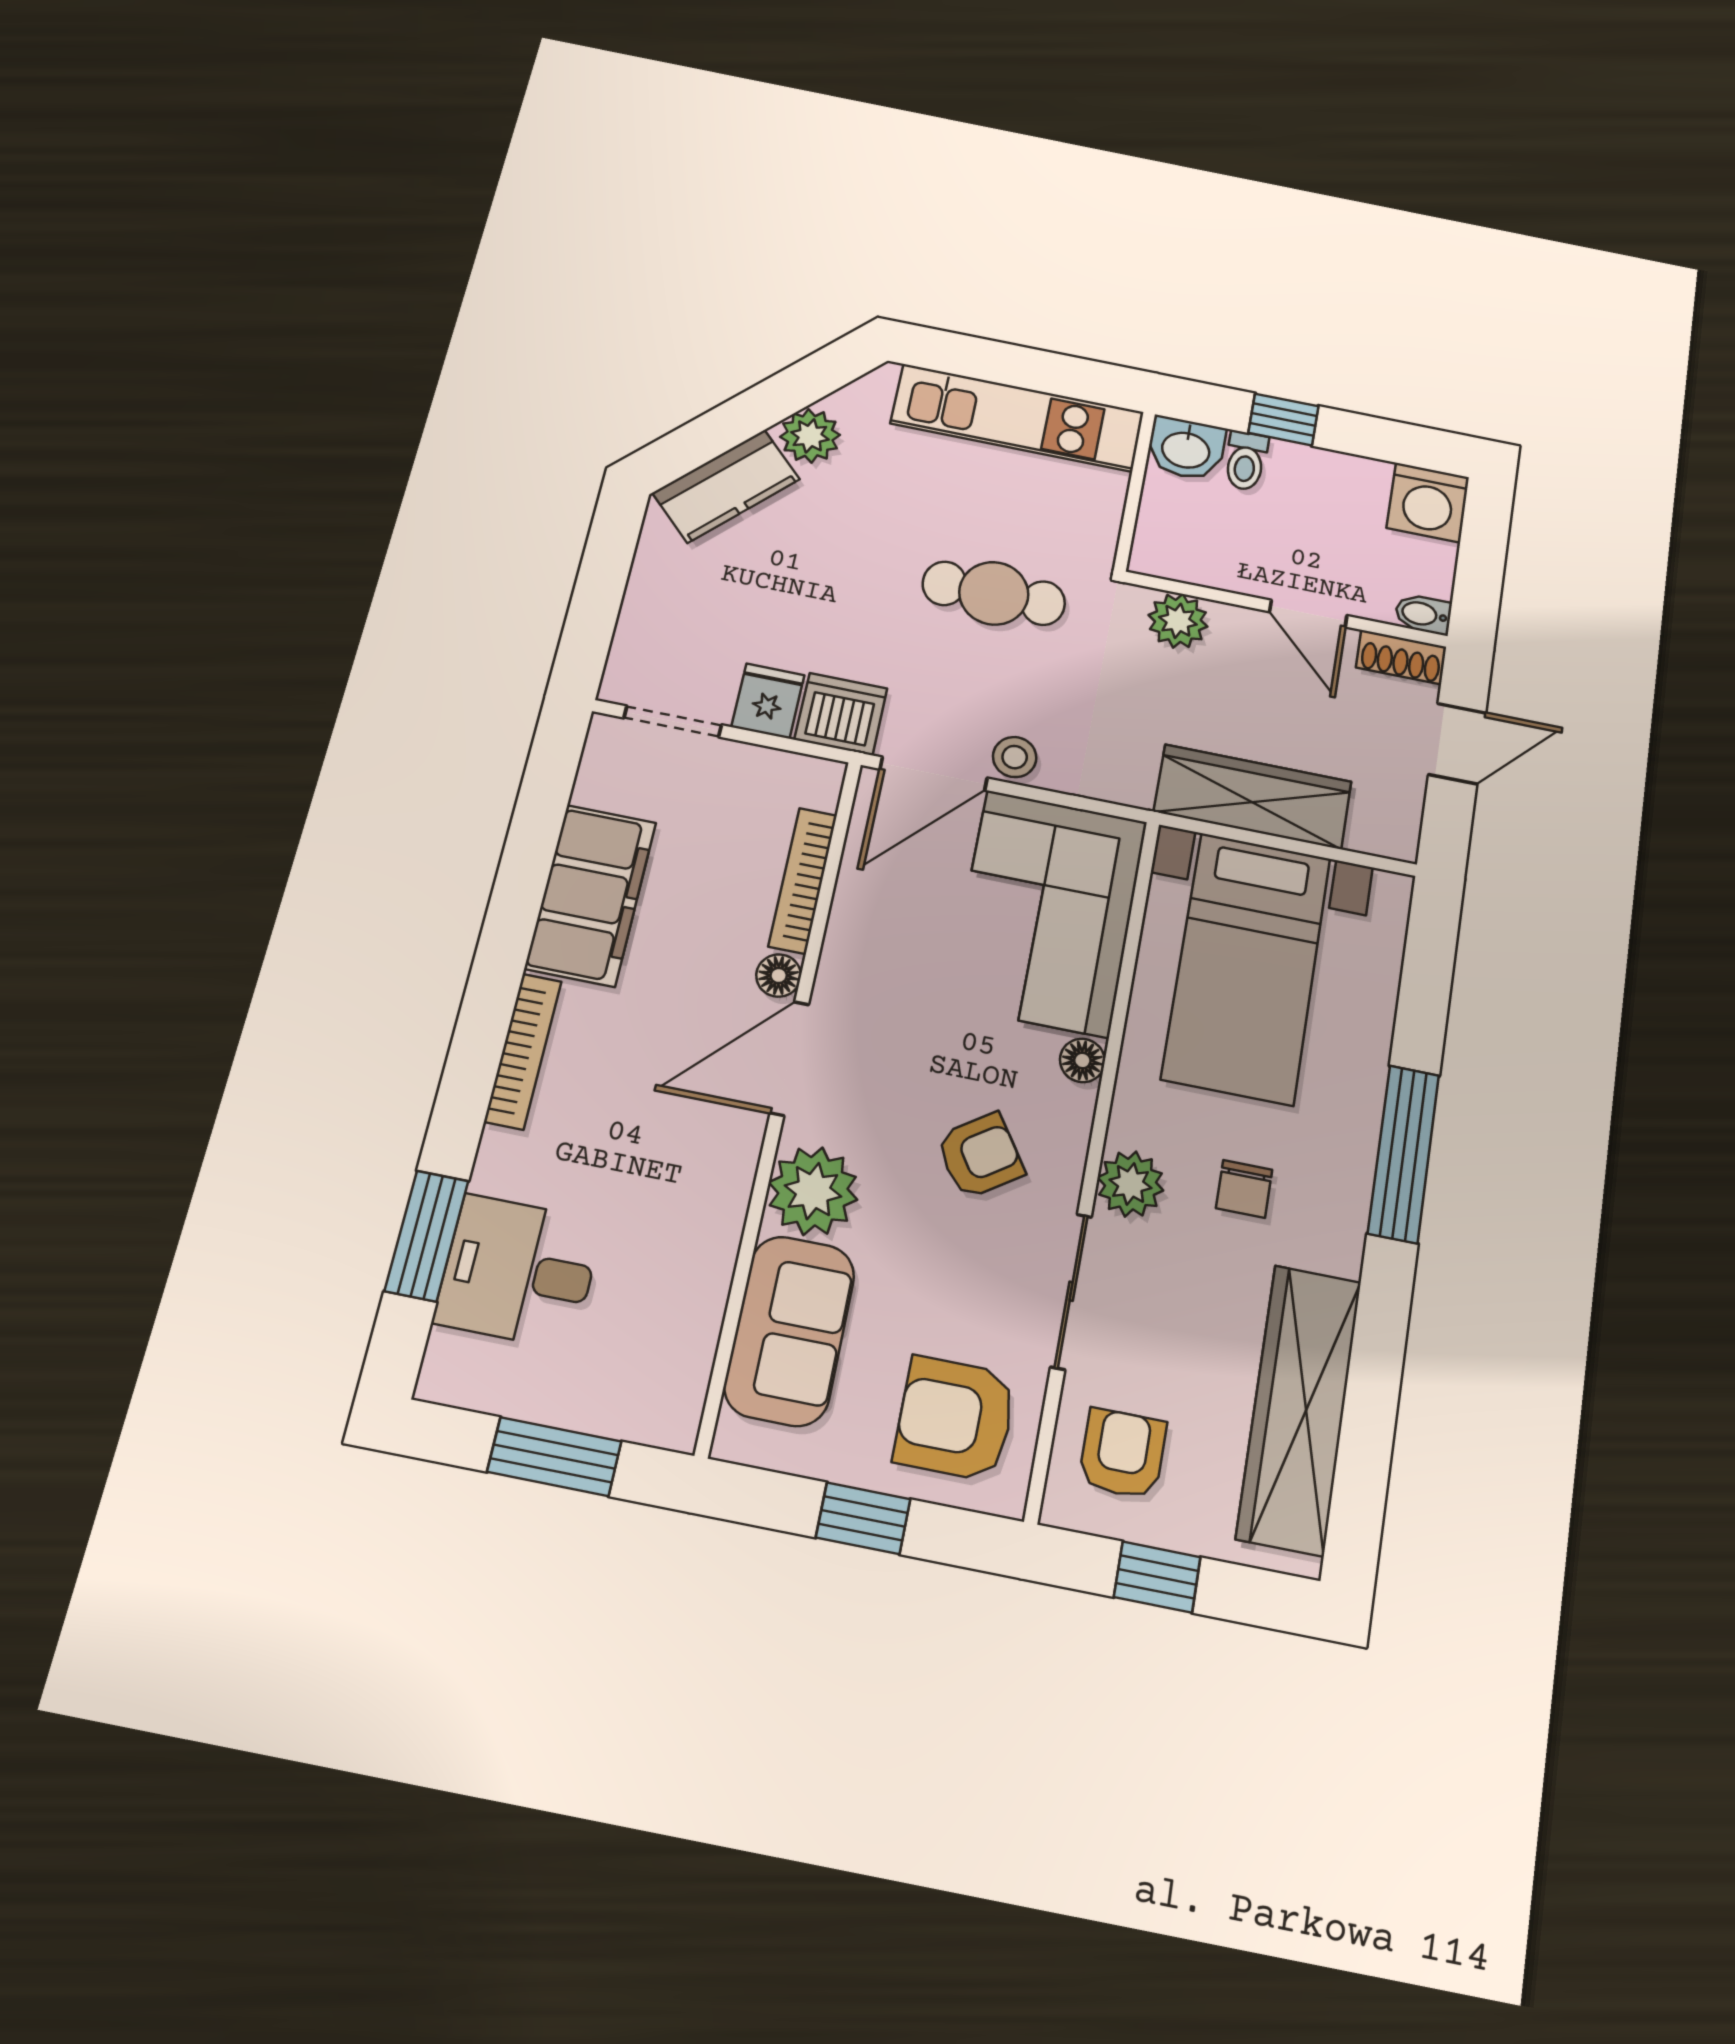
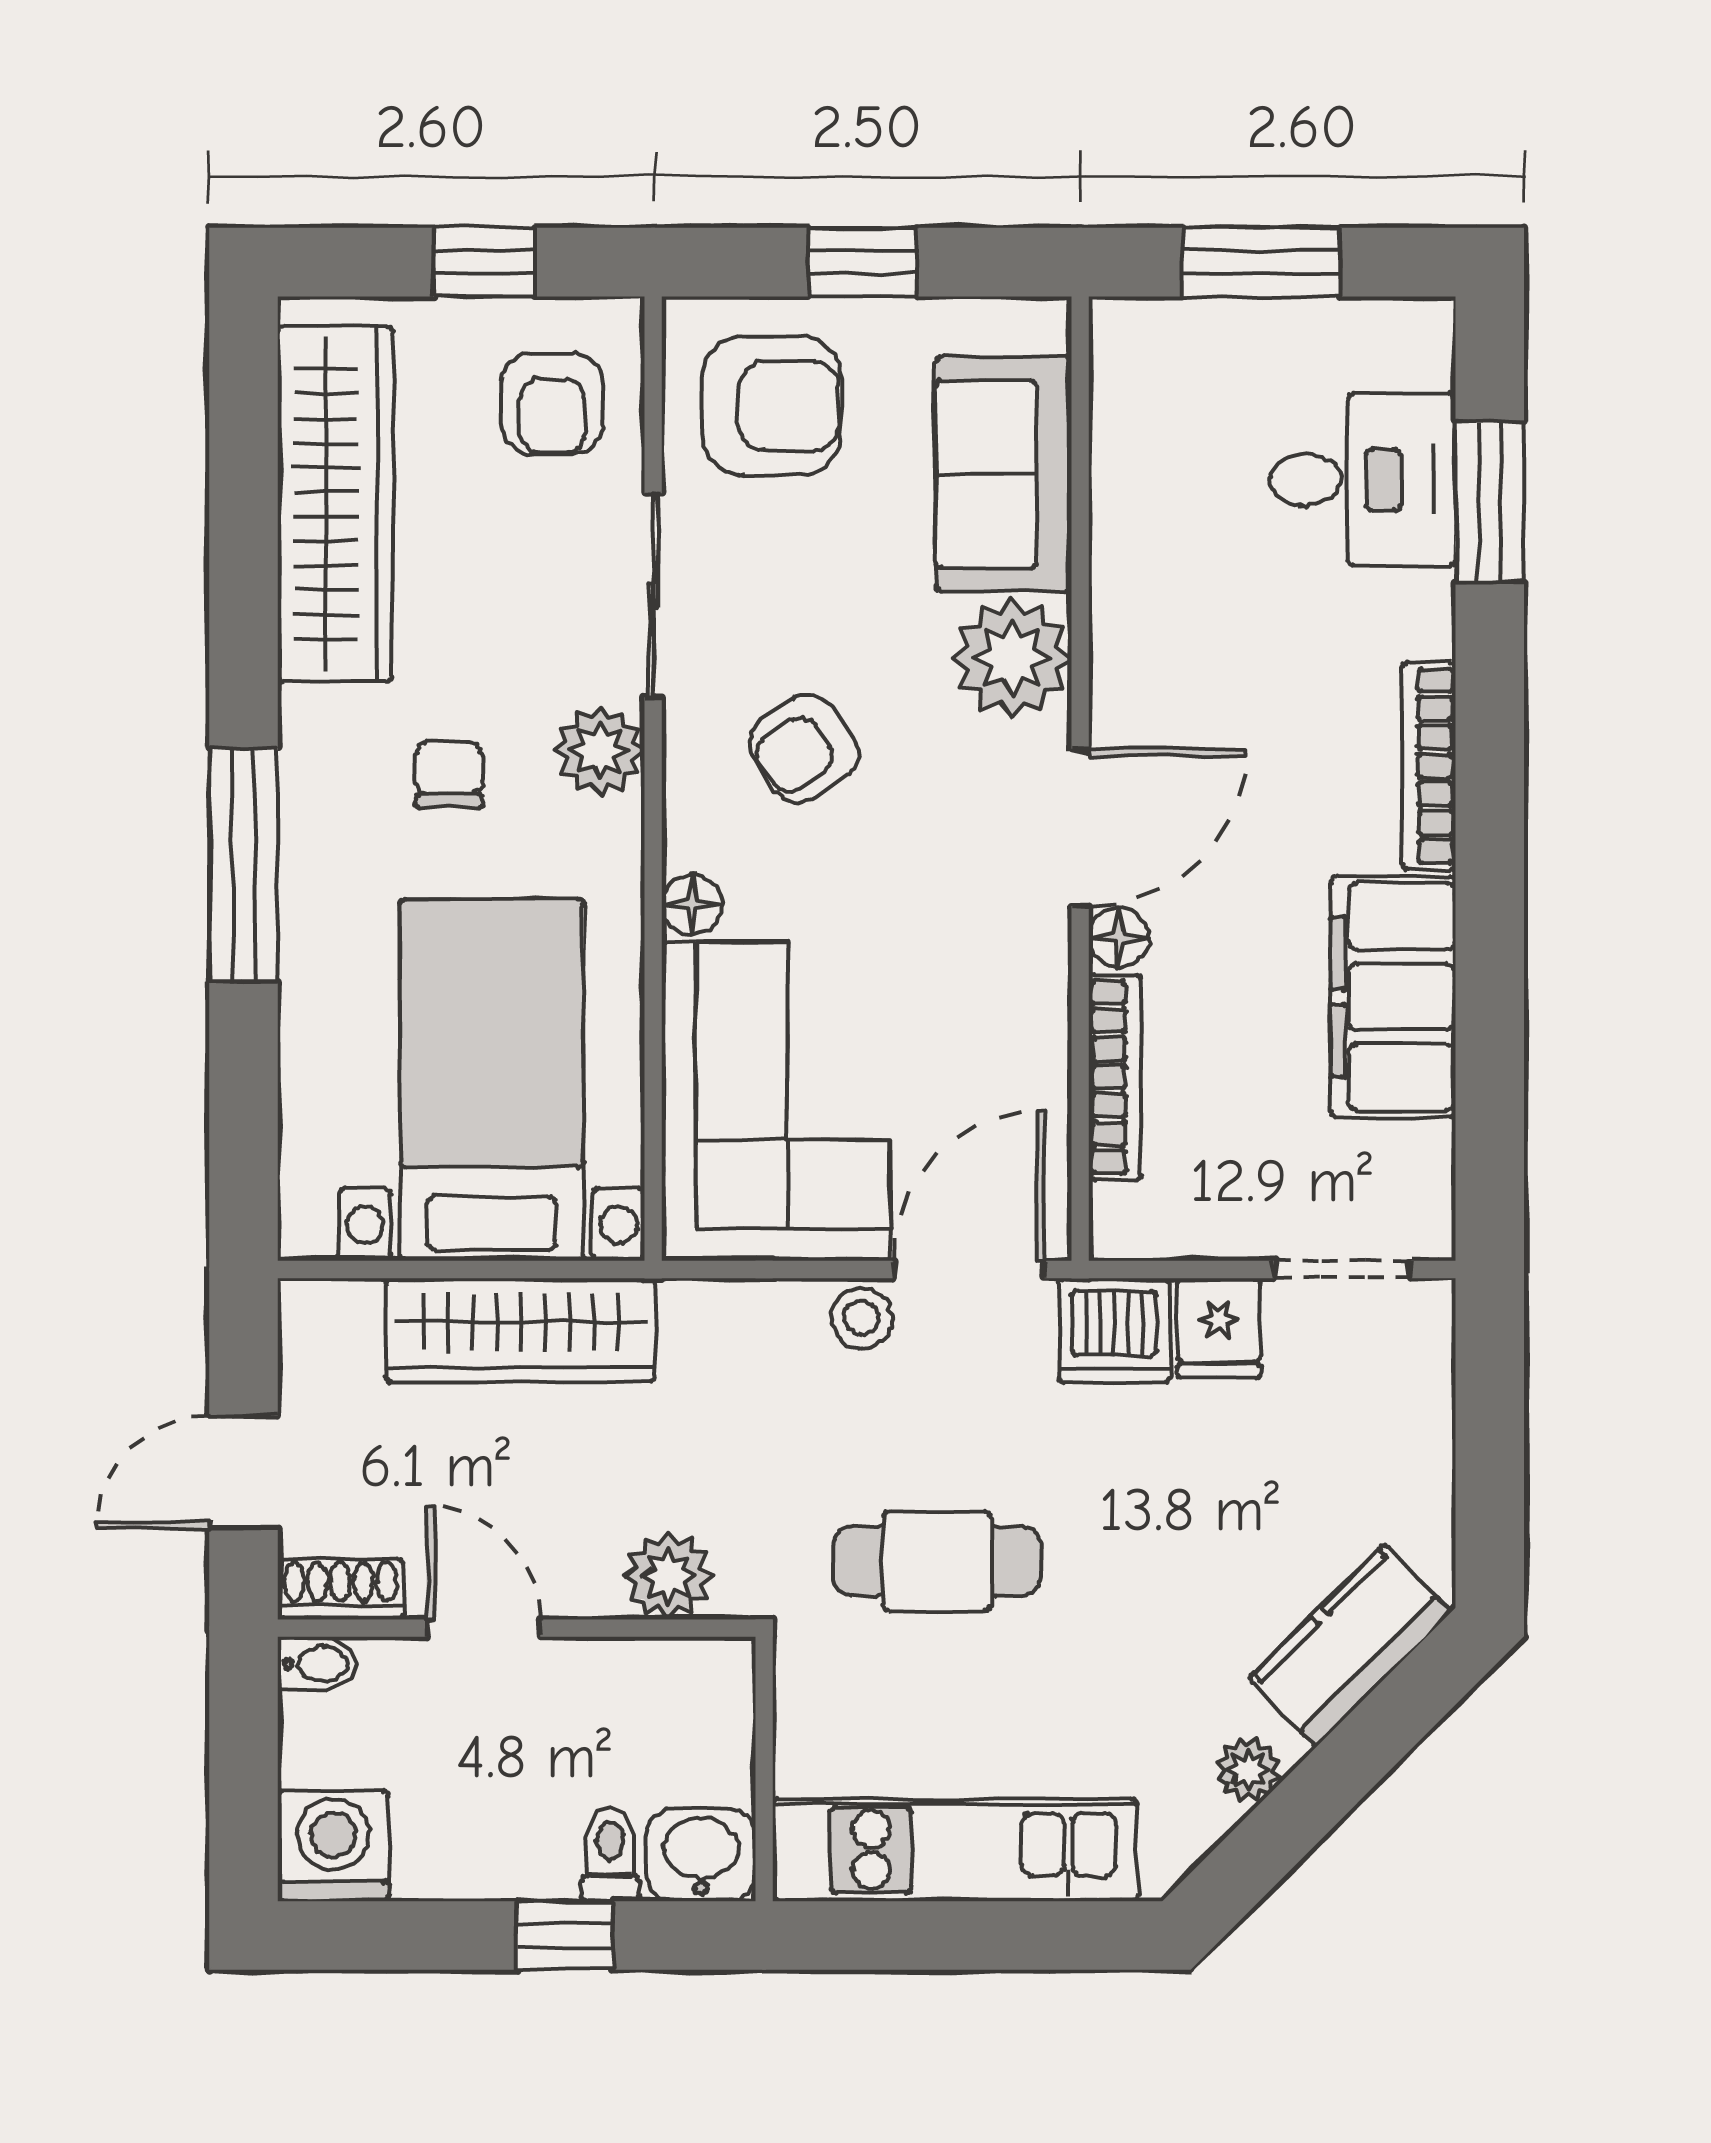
plant: (810, 436) -> (1248, 1770), width x0.73, depth x0.73

